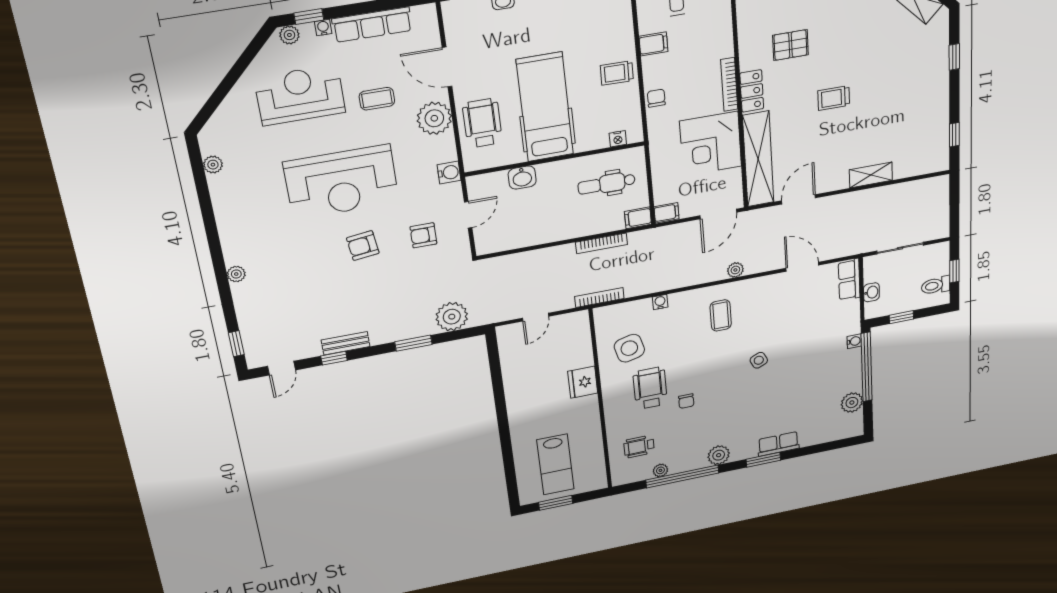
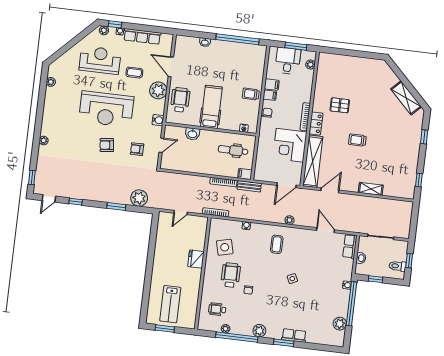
hospital bed: (545, 107) -> (211, 107), width x0.73, depth x0.78
filing cabinet: (666, 213) -> (270, 95), moved
bench: (346, 343) -> (249, 186), moved

